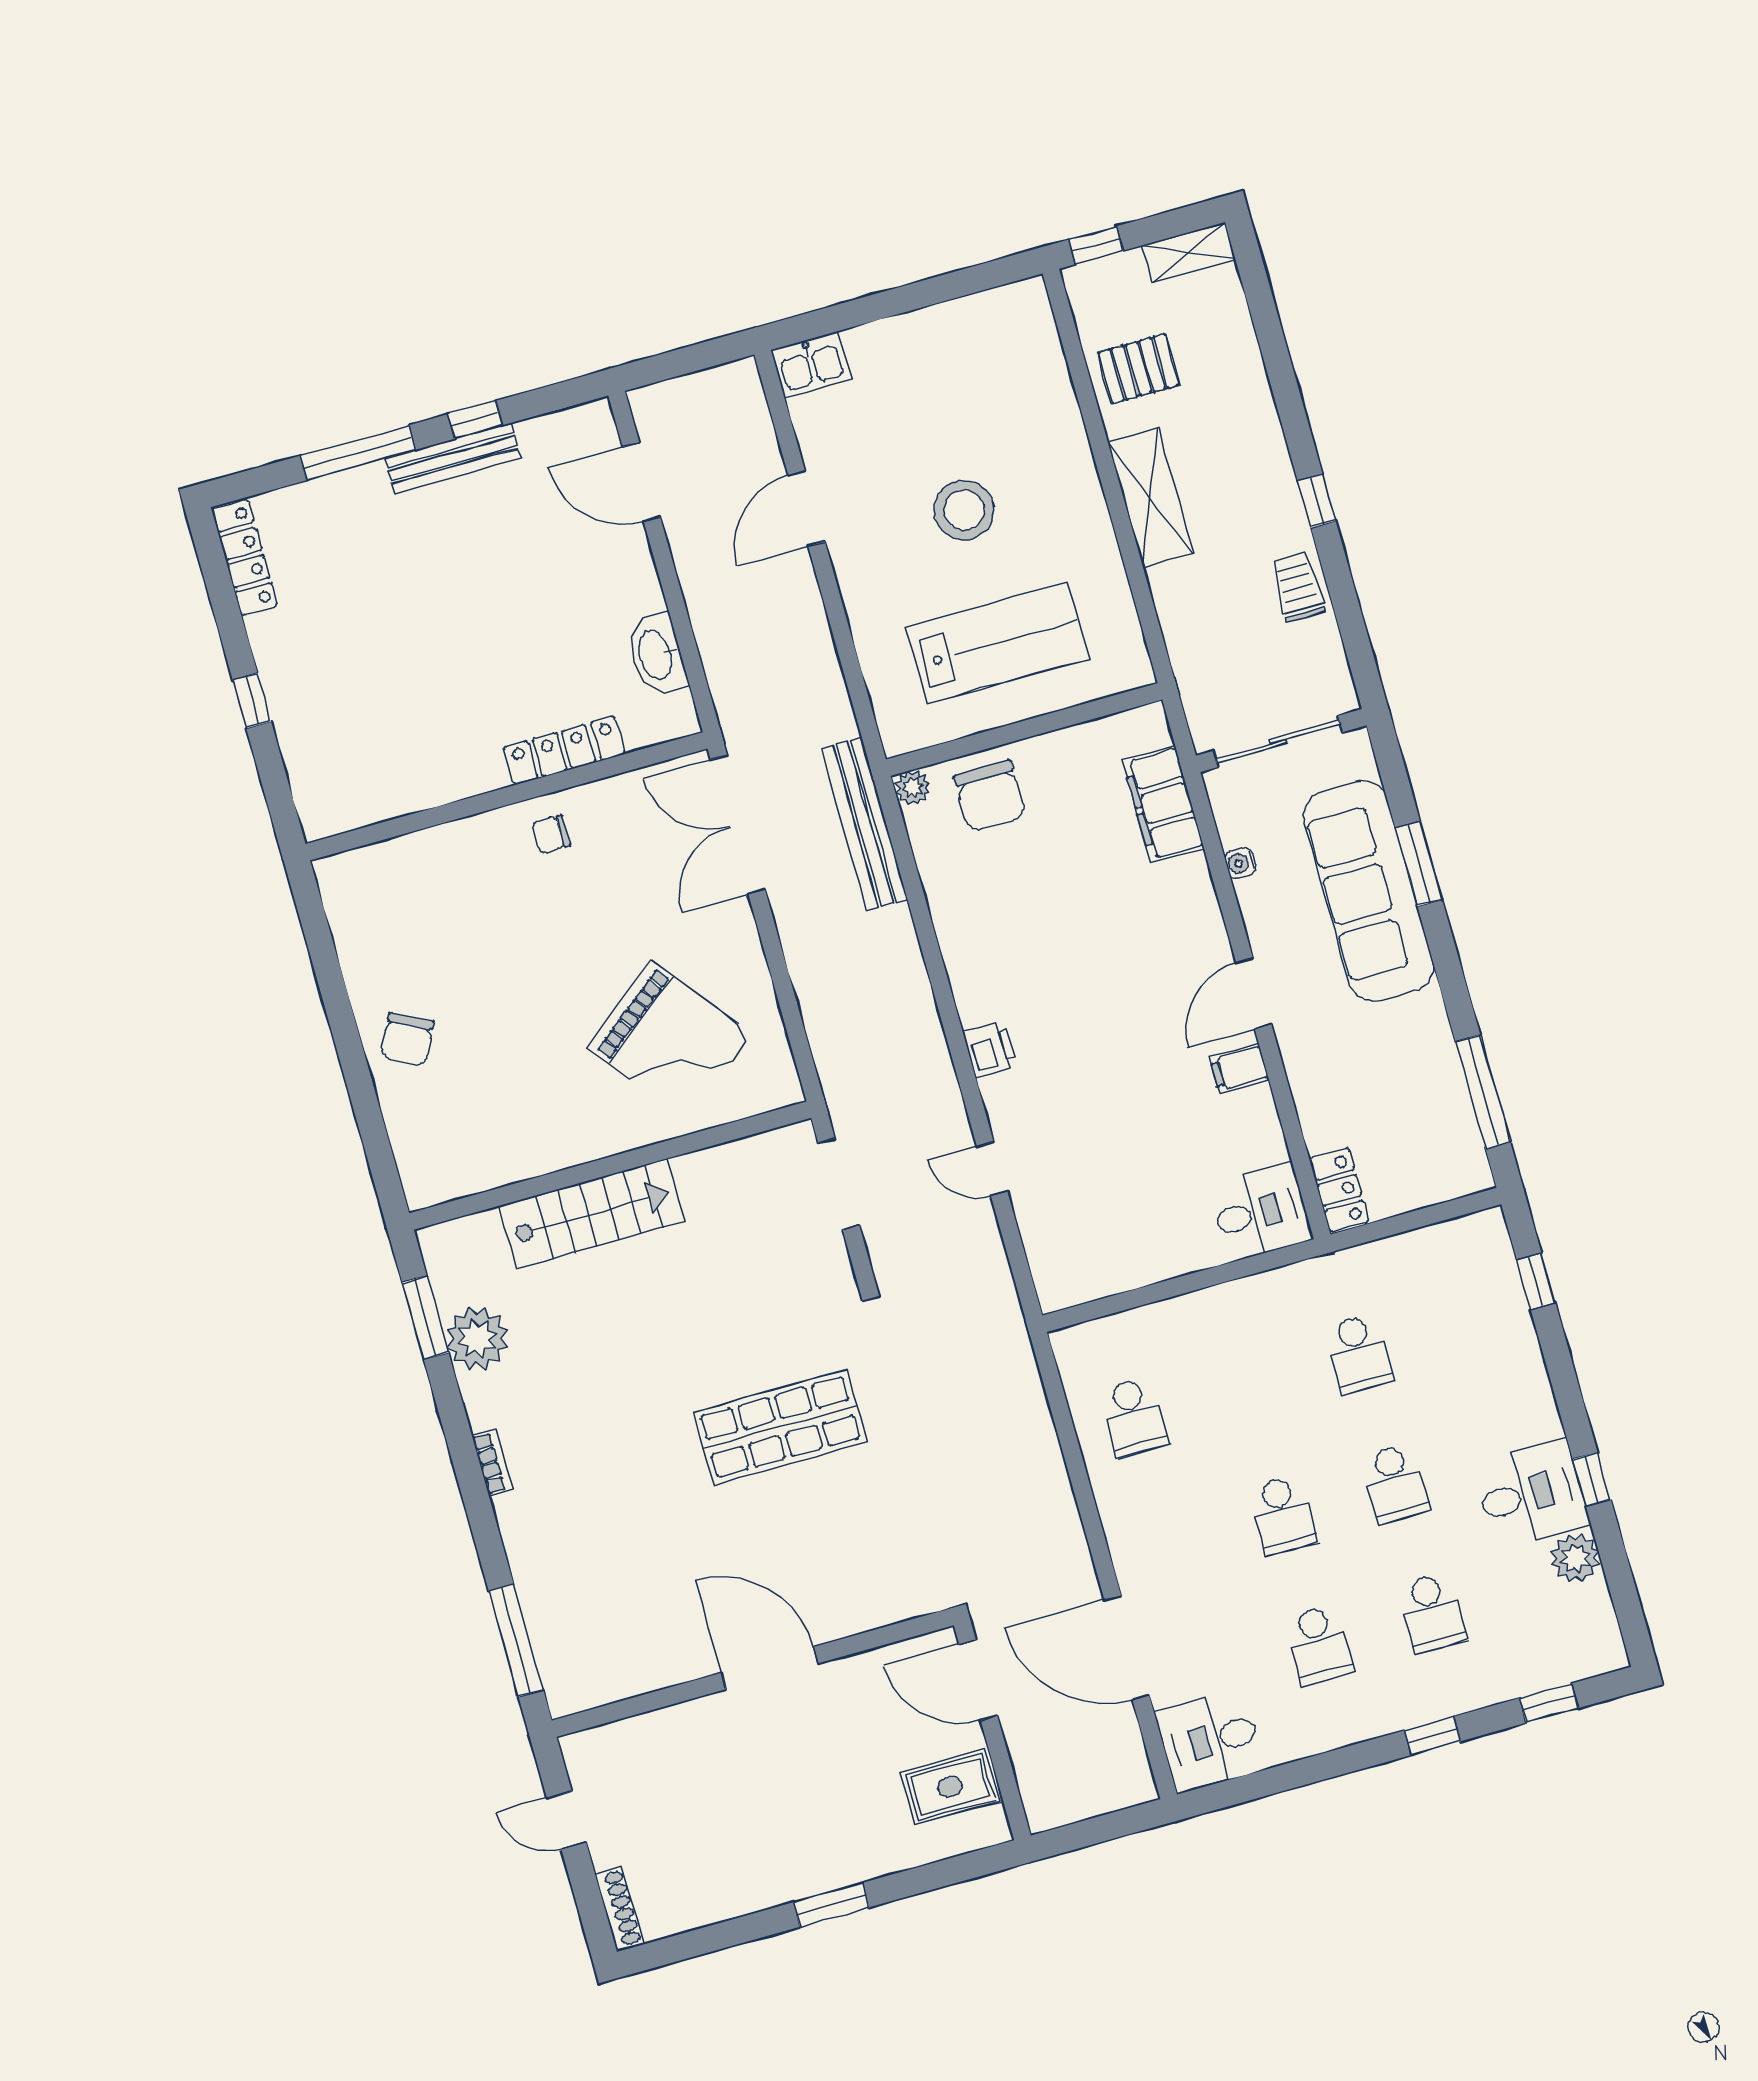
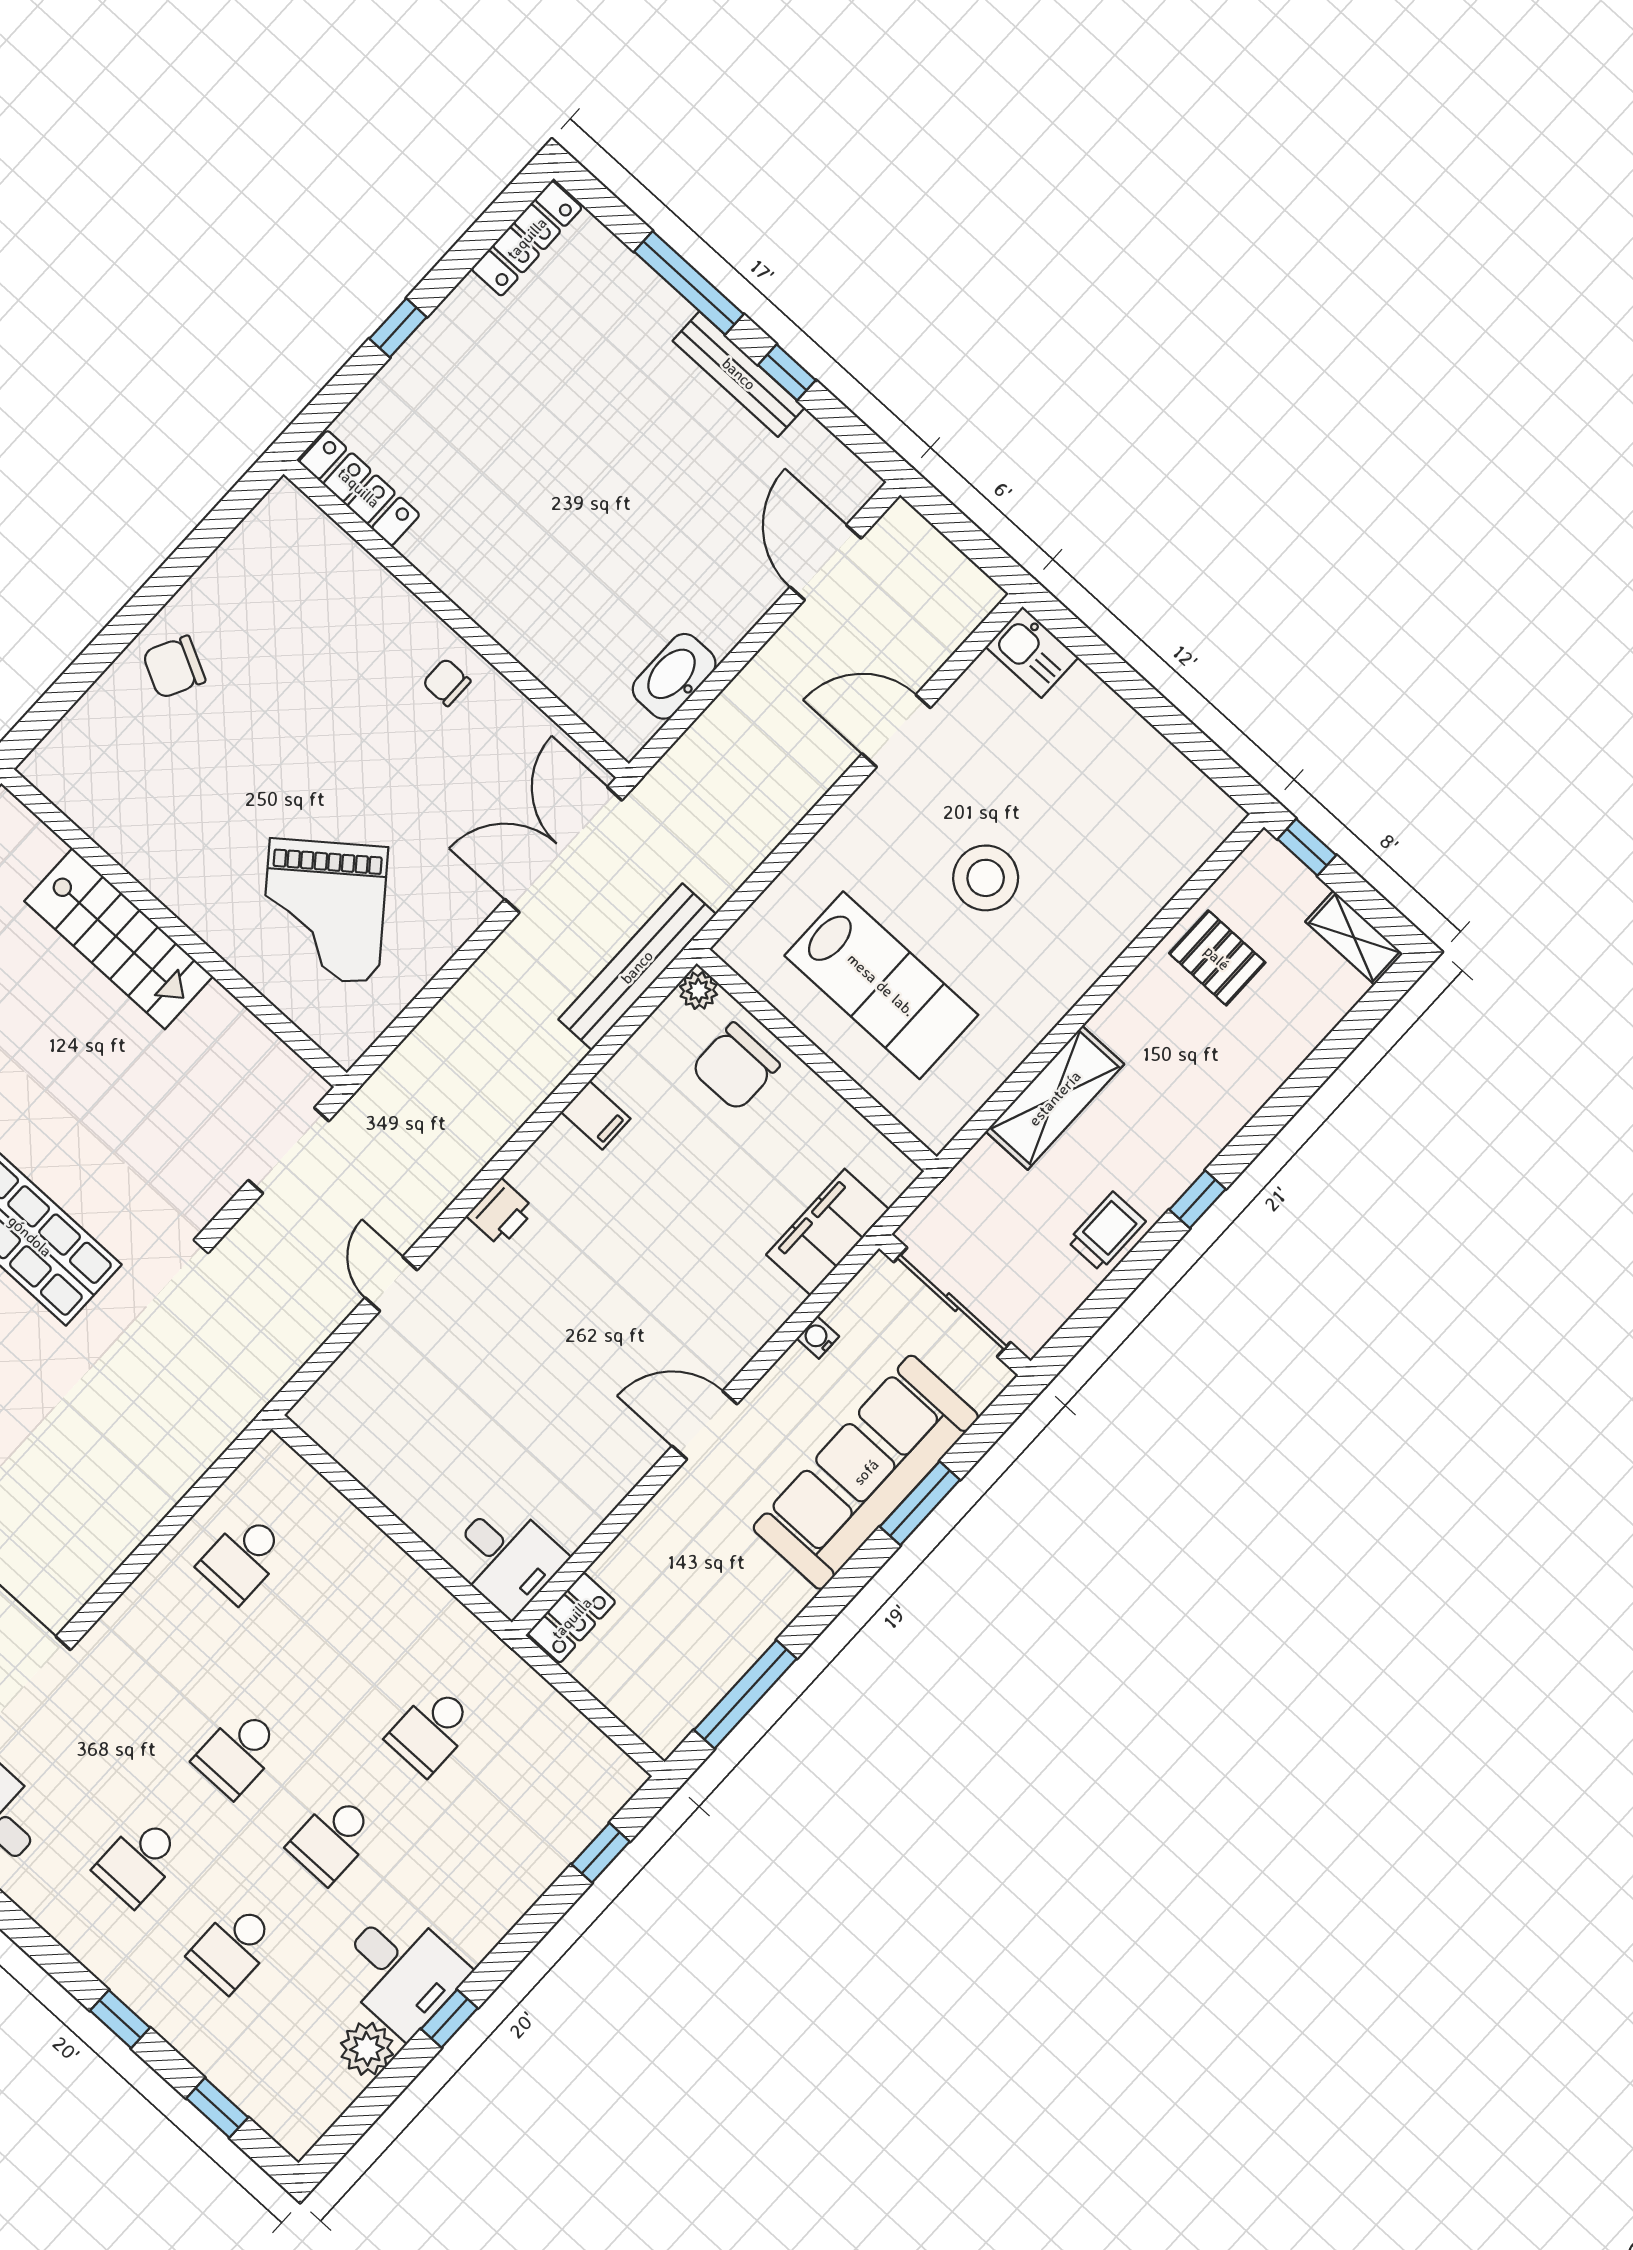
shelving: (1150, 498) -> (1055, 1098), moved
locker: (564, 751) -> (359, 488), moved
filing cabinet: (1239, 1069) -> (596, 1115), moved, turned 180

